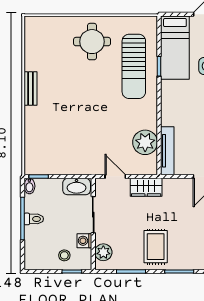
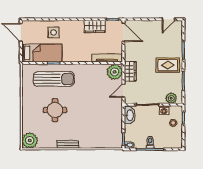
plant: (37, 28) -> (30, 140), added
round table: (92, 42) -> (55, 110), moved
plant: (145, 142) -> (115, 72), moved

